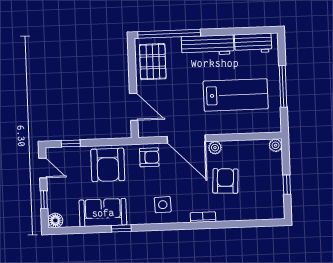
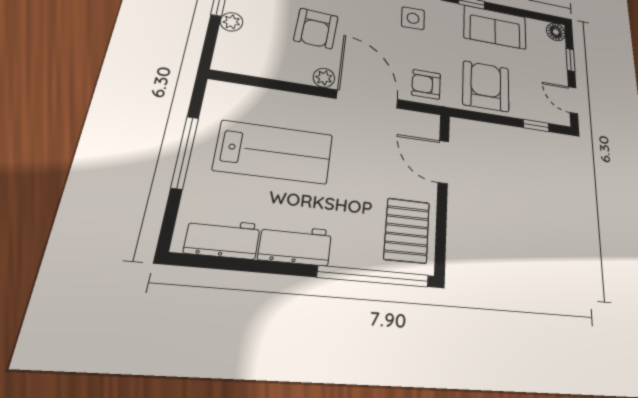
workbench: (208, 45) -> (295, 245), width x0.73
lab bench: (236, 95) -> (274, 152), turned 180
plant: (276, 145) -> (232, 22), moved

